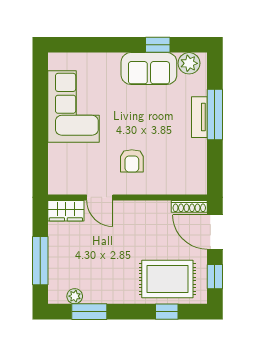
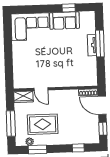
plant: (189, 63) -> (85, 17), removed
corner sofa: (74, 107) -> (30, 27), moved, turned 90
armchair: (132, 161) -> (57, 69), removed
rug: (167, 279) -> (43, 124), moved

